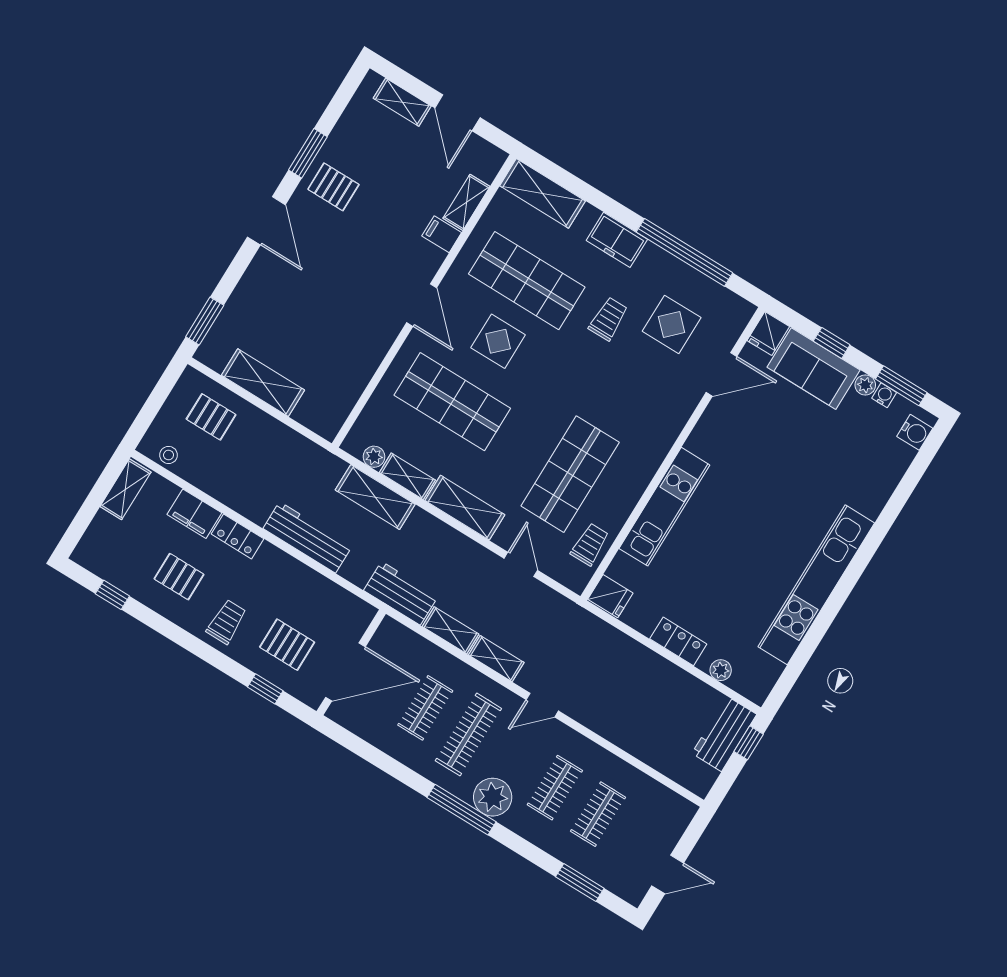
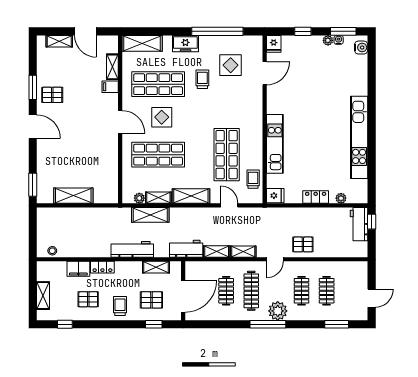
sofa: (813, 369) -> (302, 47), removed
pallet: (211, 417) -> (303, 244), moved
shelving: (125, 489) -> (43, 296), moved
shelving: (330, 593) -> (156, 267), added

